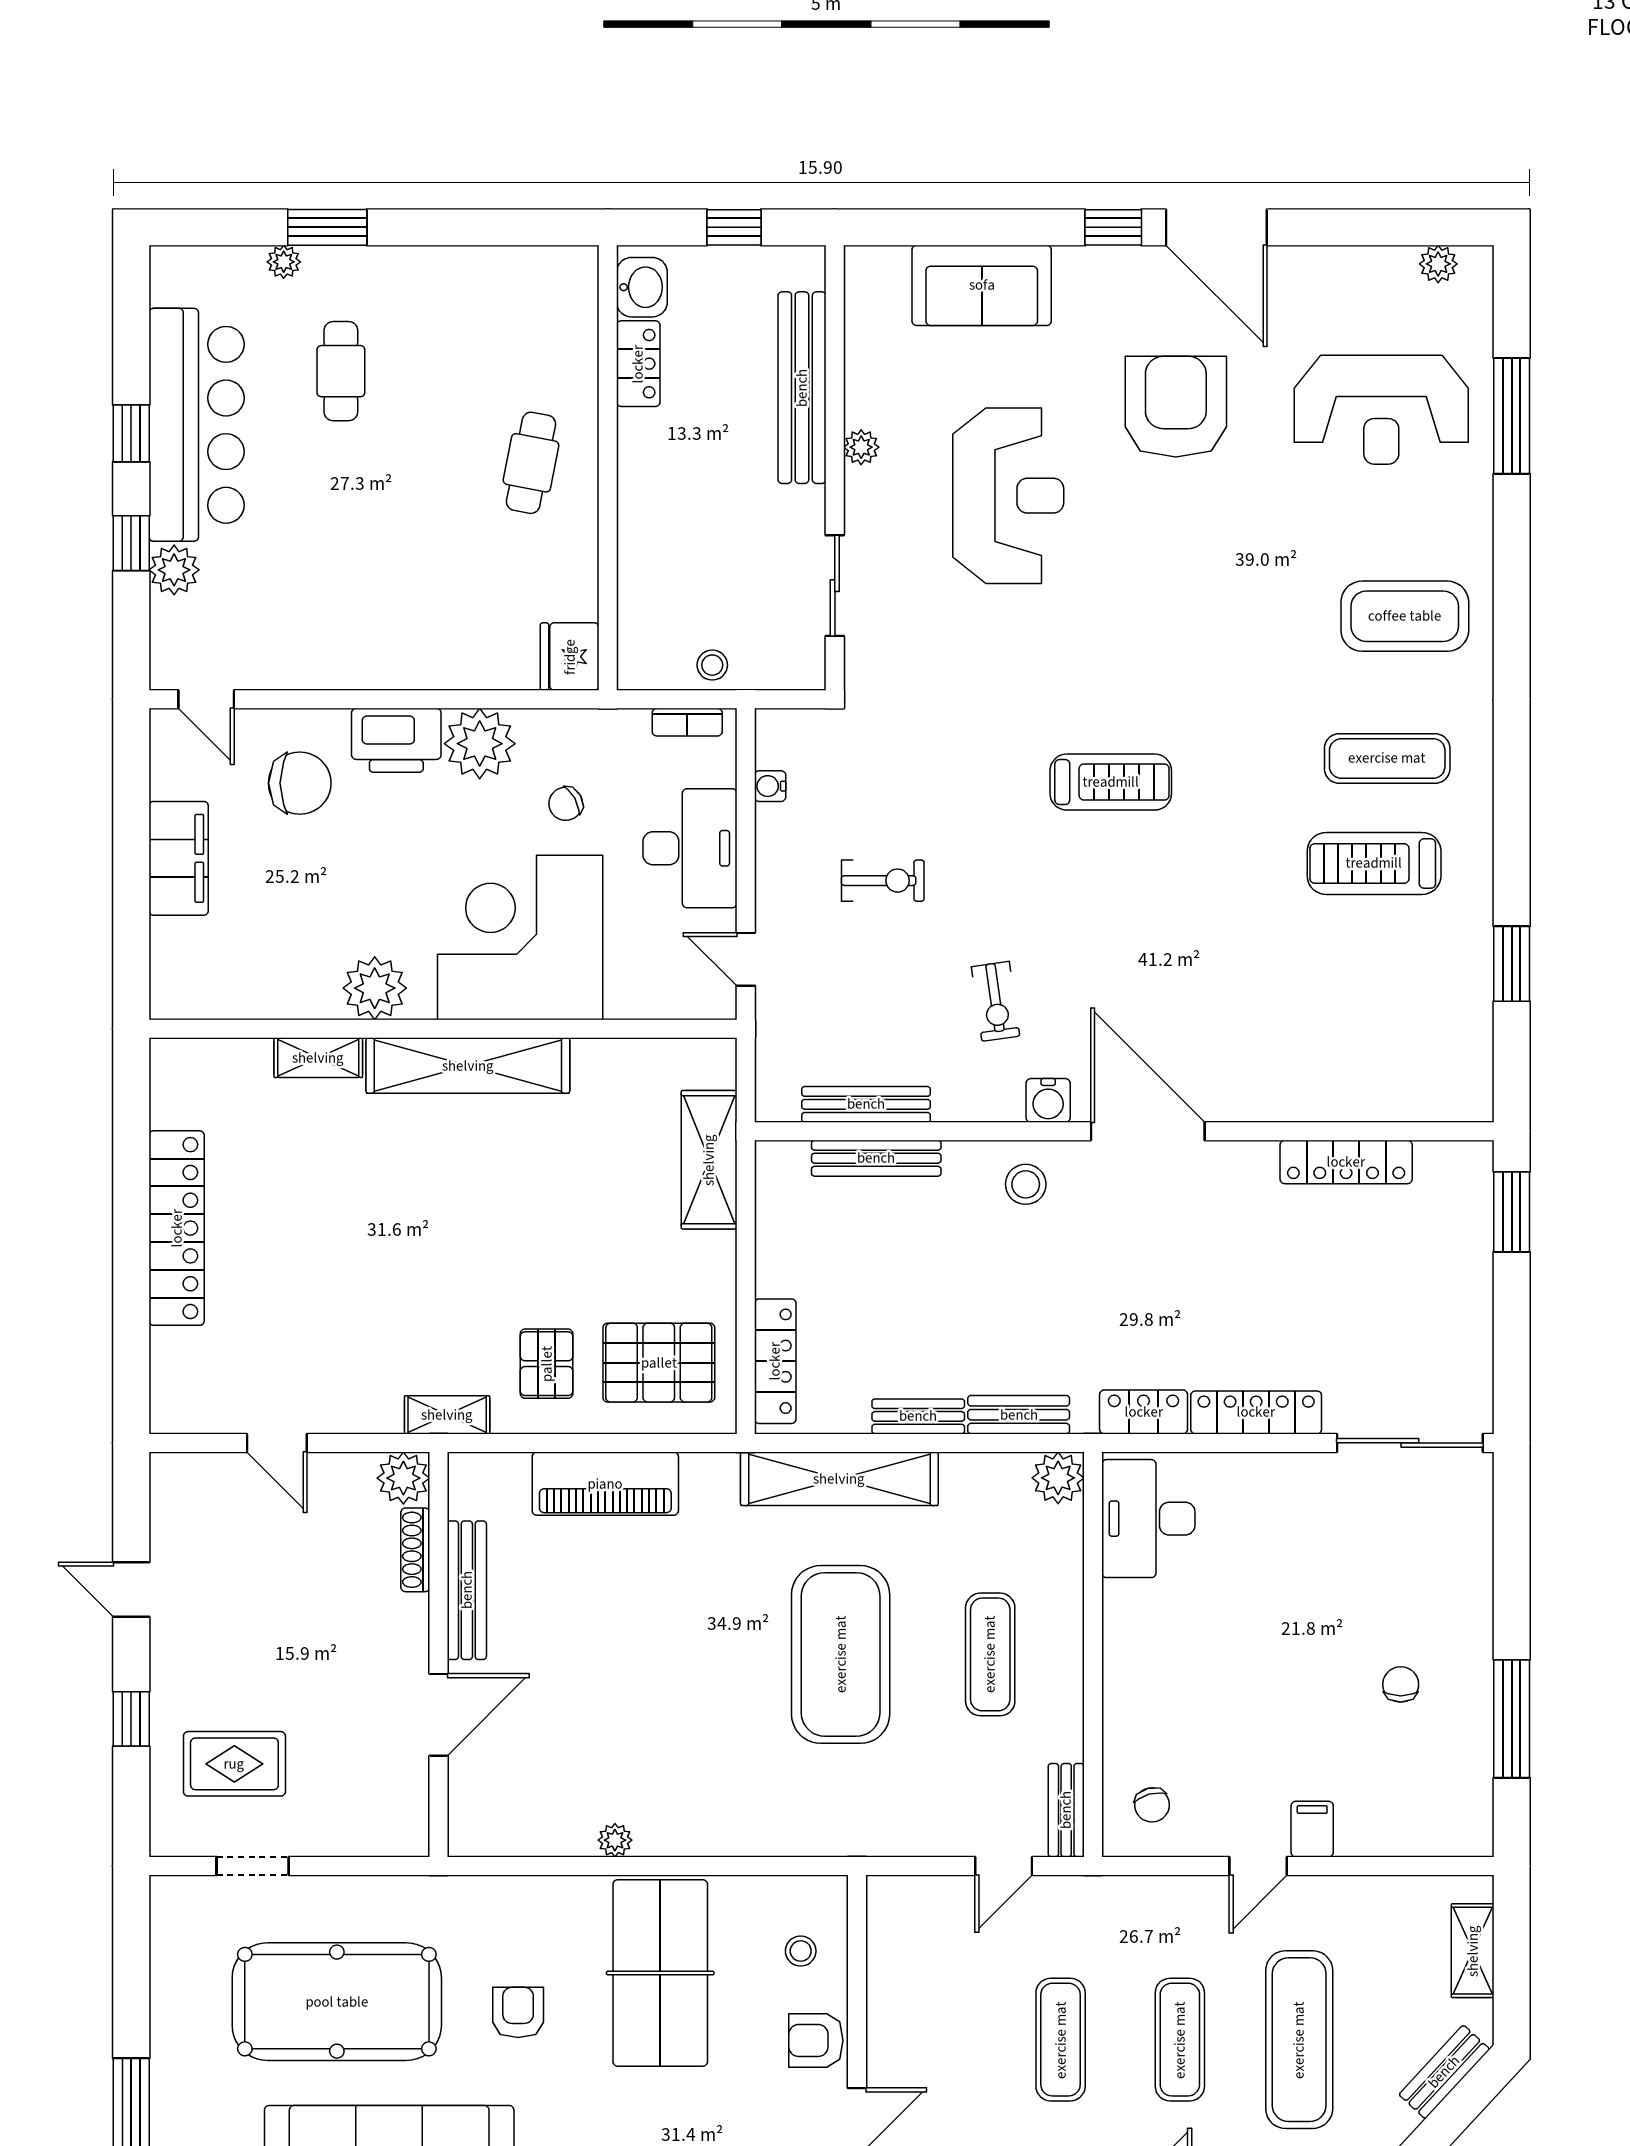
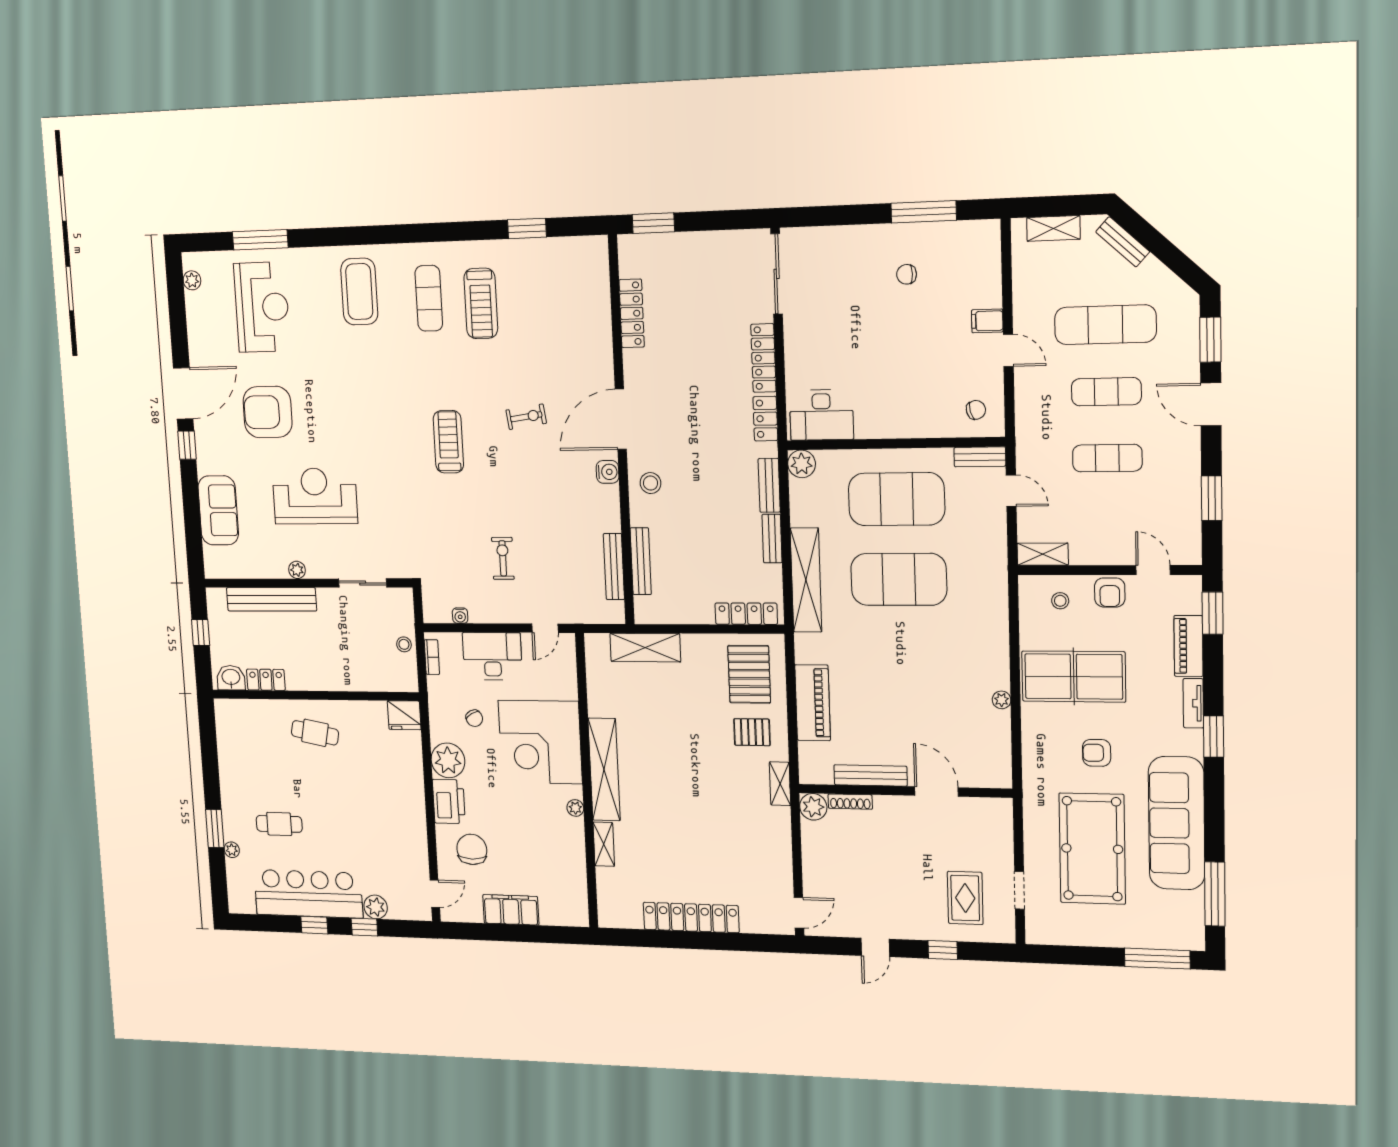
plant: (375, 988) -> (575, 808), width x0.53, depth x0.53
exercise bike: (996, 1001) -> (526, 417), moved
door: (277, 1443) -> (799, 913), moved
exercise mat: (990, 1654) -> (896, 499), width x2.00, depth x1.45
shelving: (887, 1921) -> (1043, 554), added

